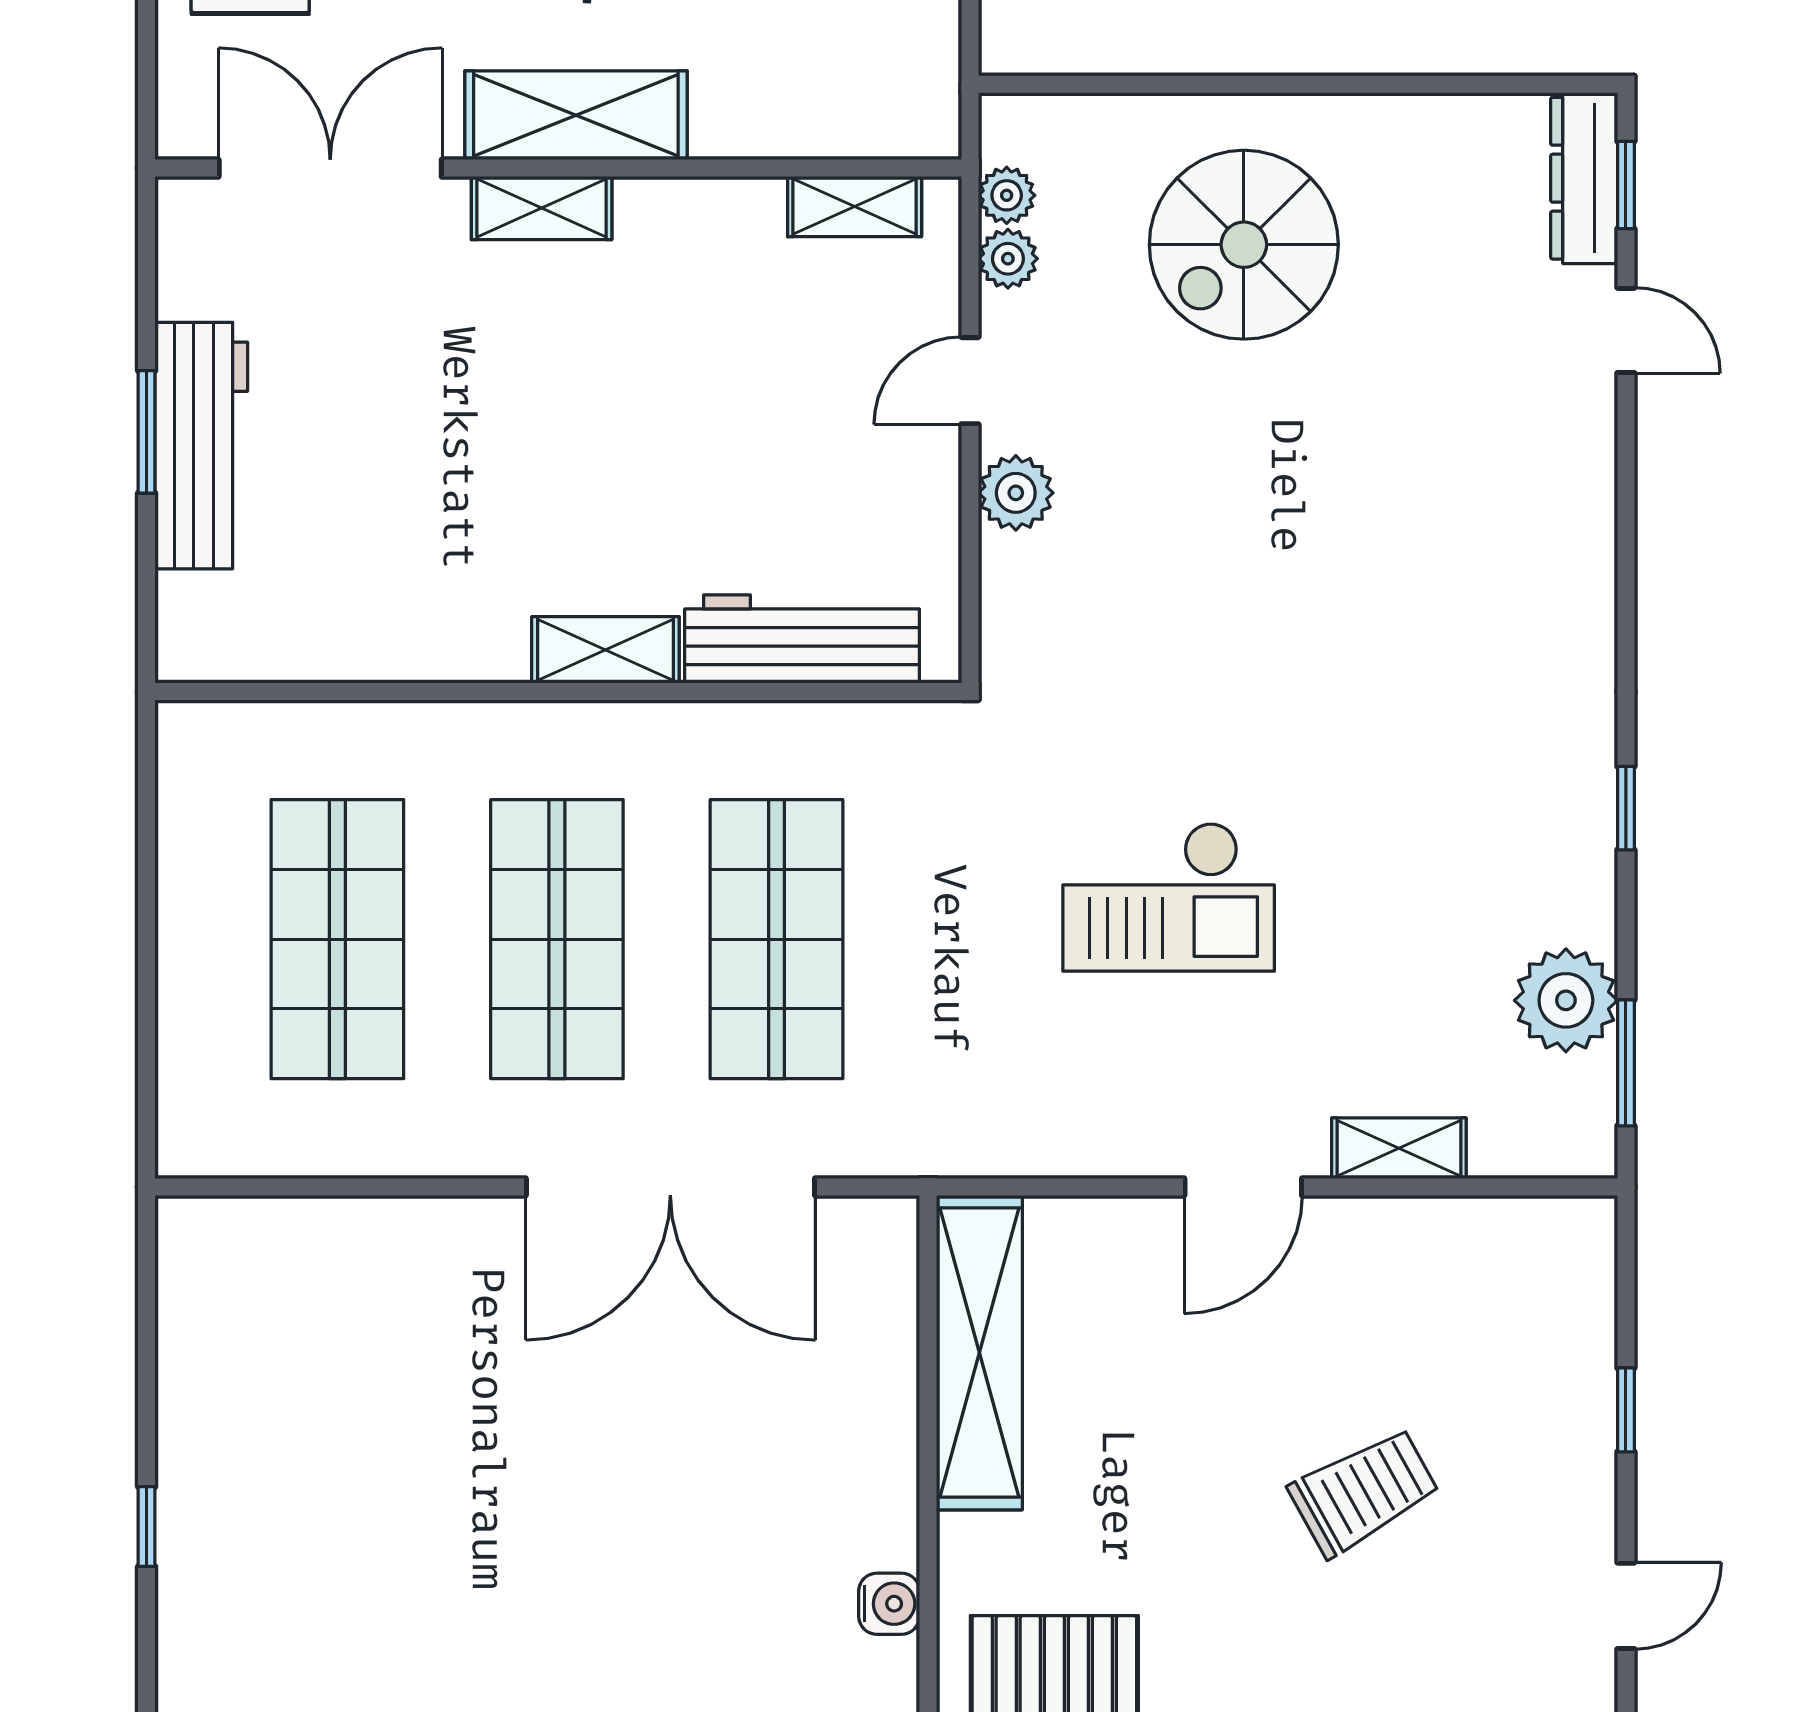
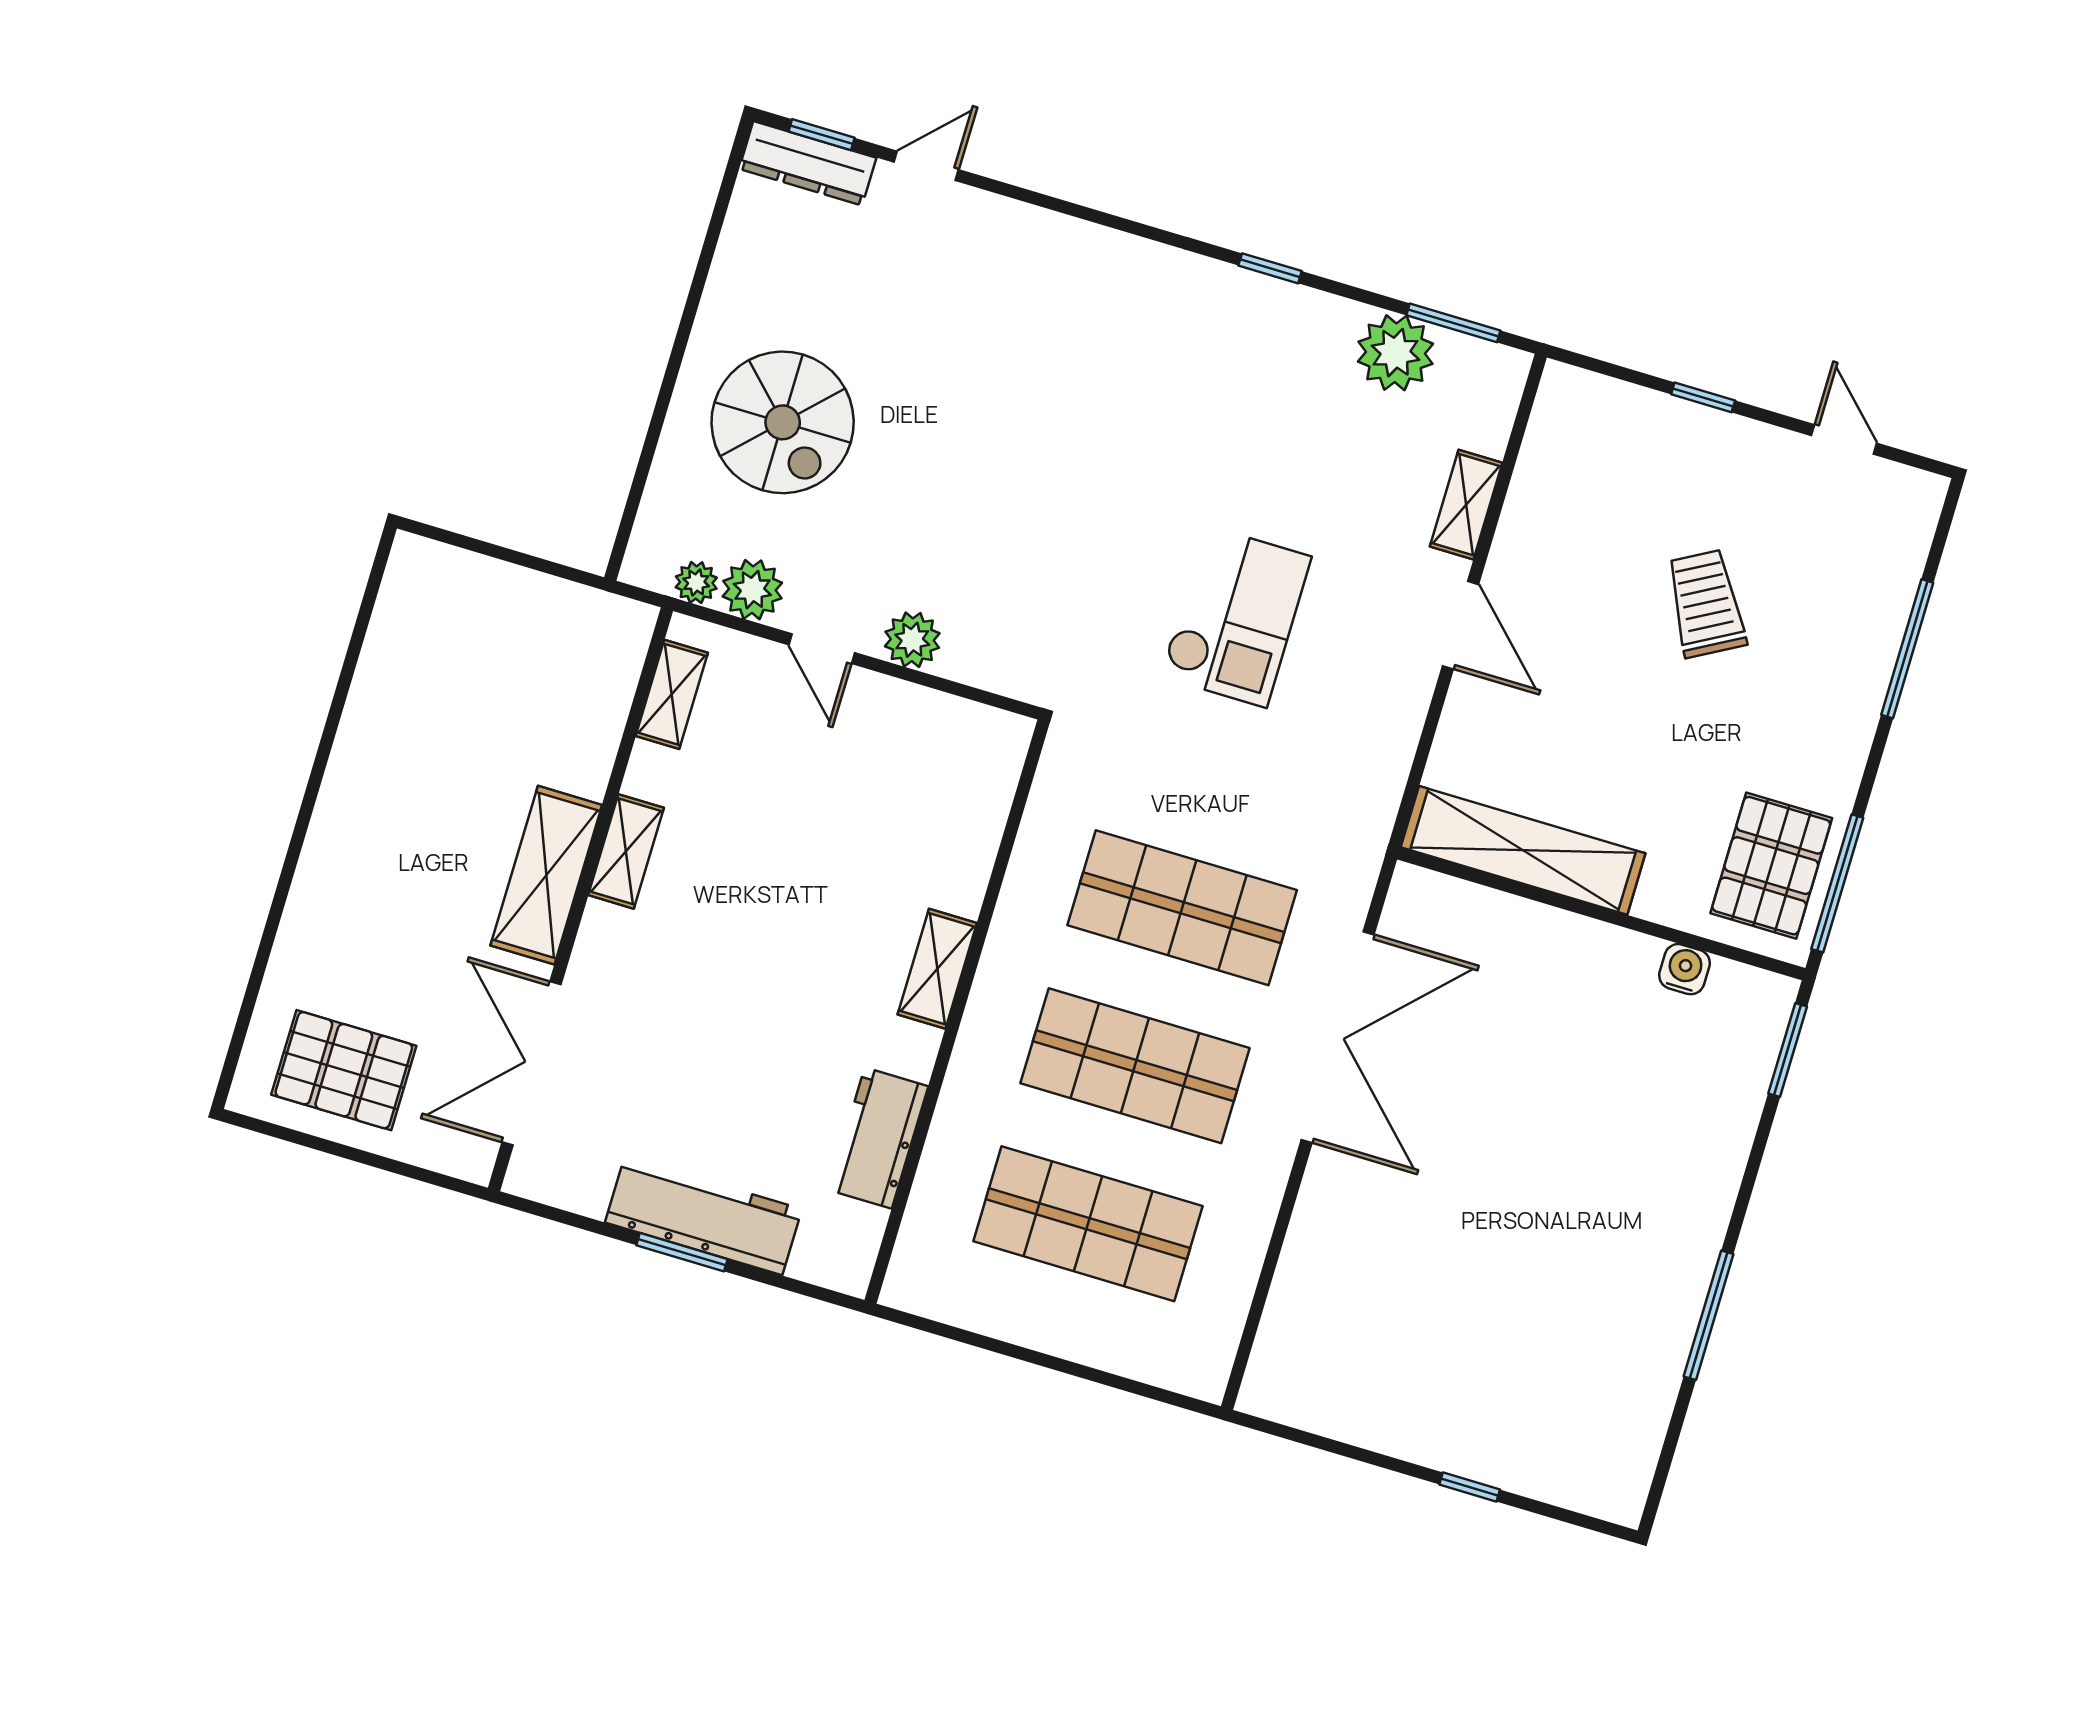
shelving: (542, 208) -> (626, 851), moved
plant: (1008, 259) -> (752, 590), width x1.38, depth x1.38
workbench: (802, 639) -> (878, 1138), moved, width x0.73

